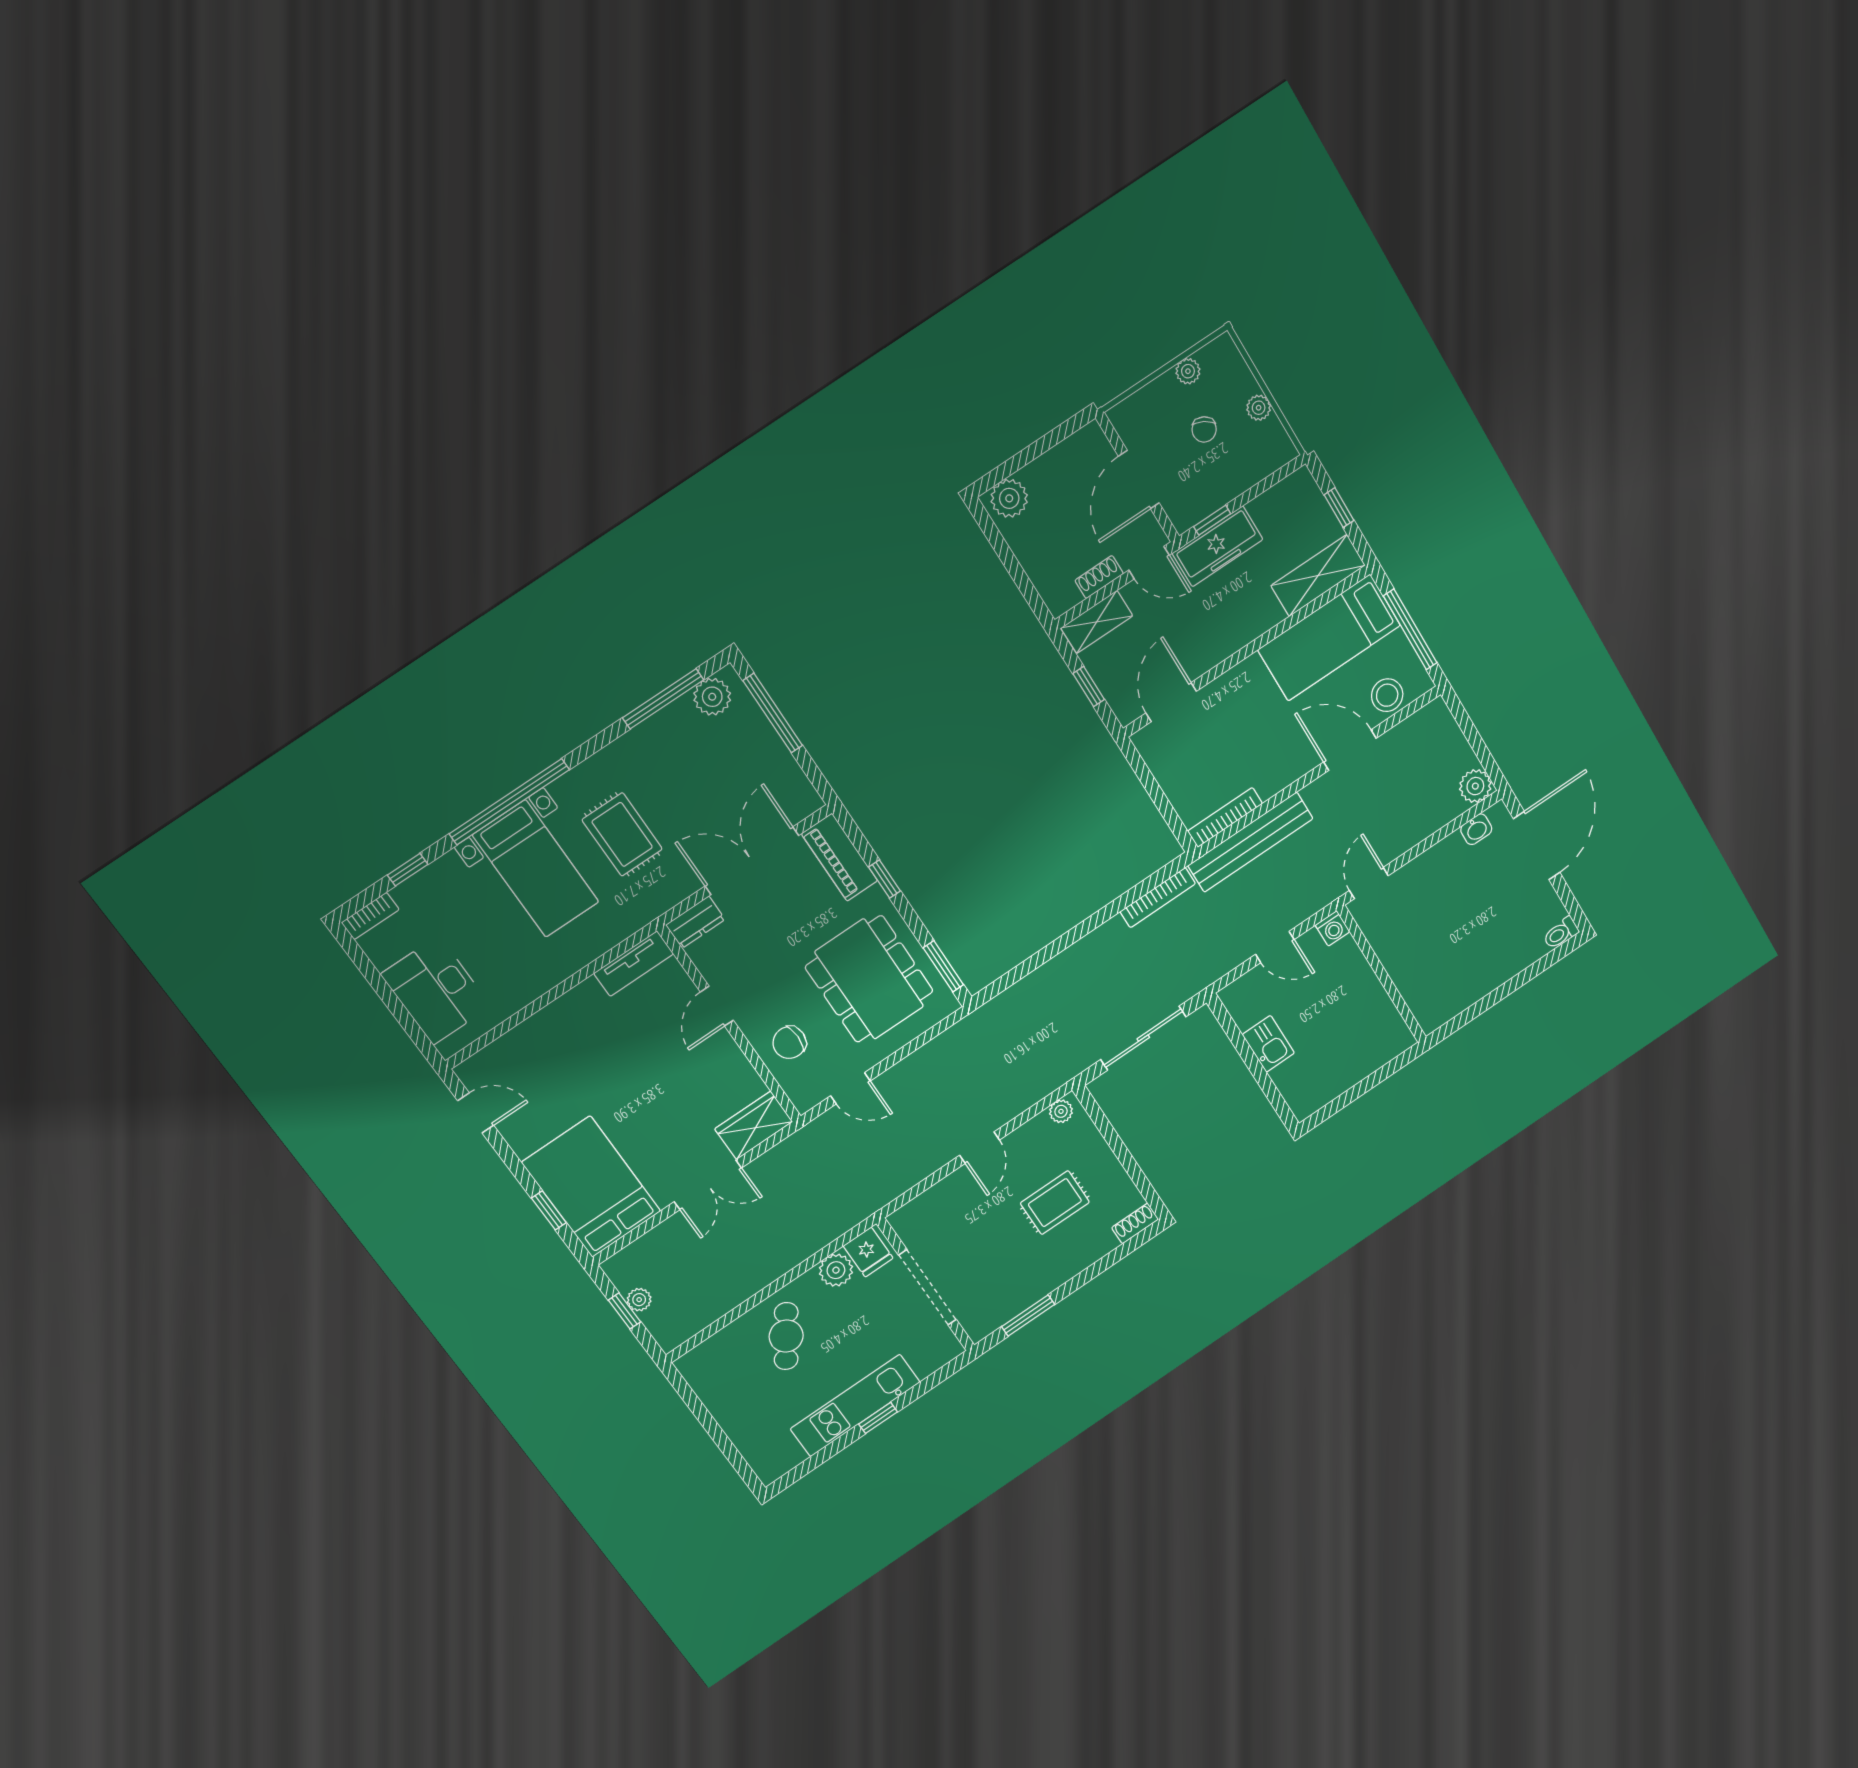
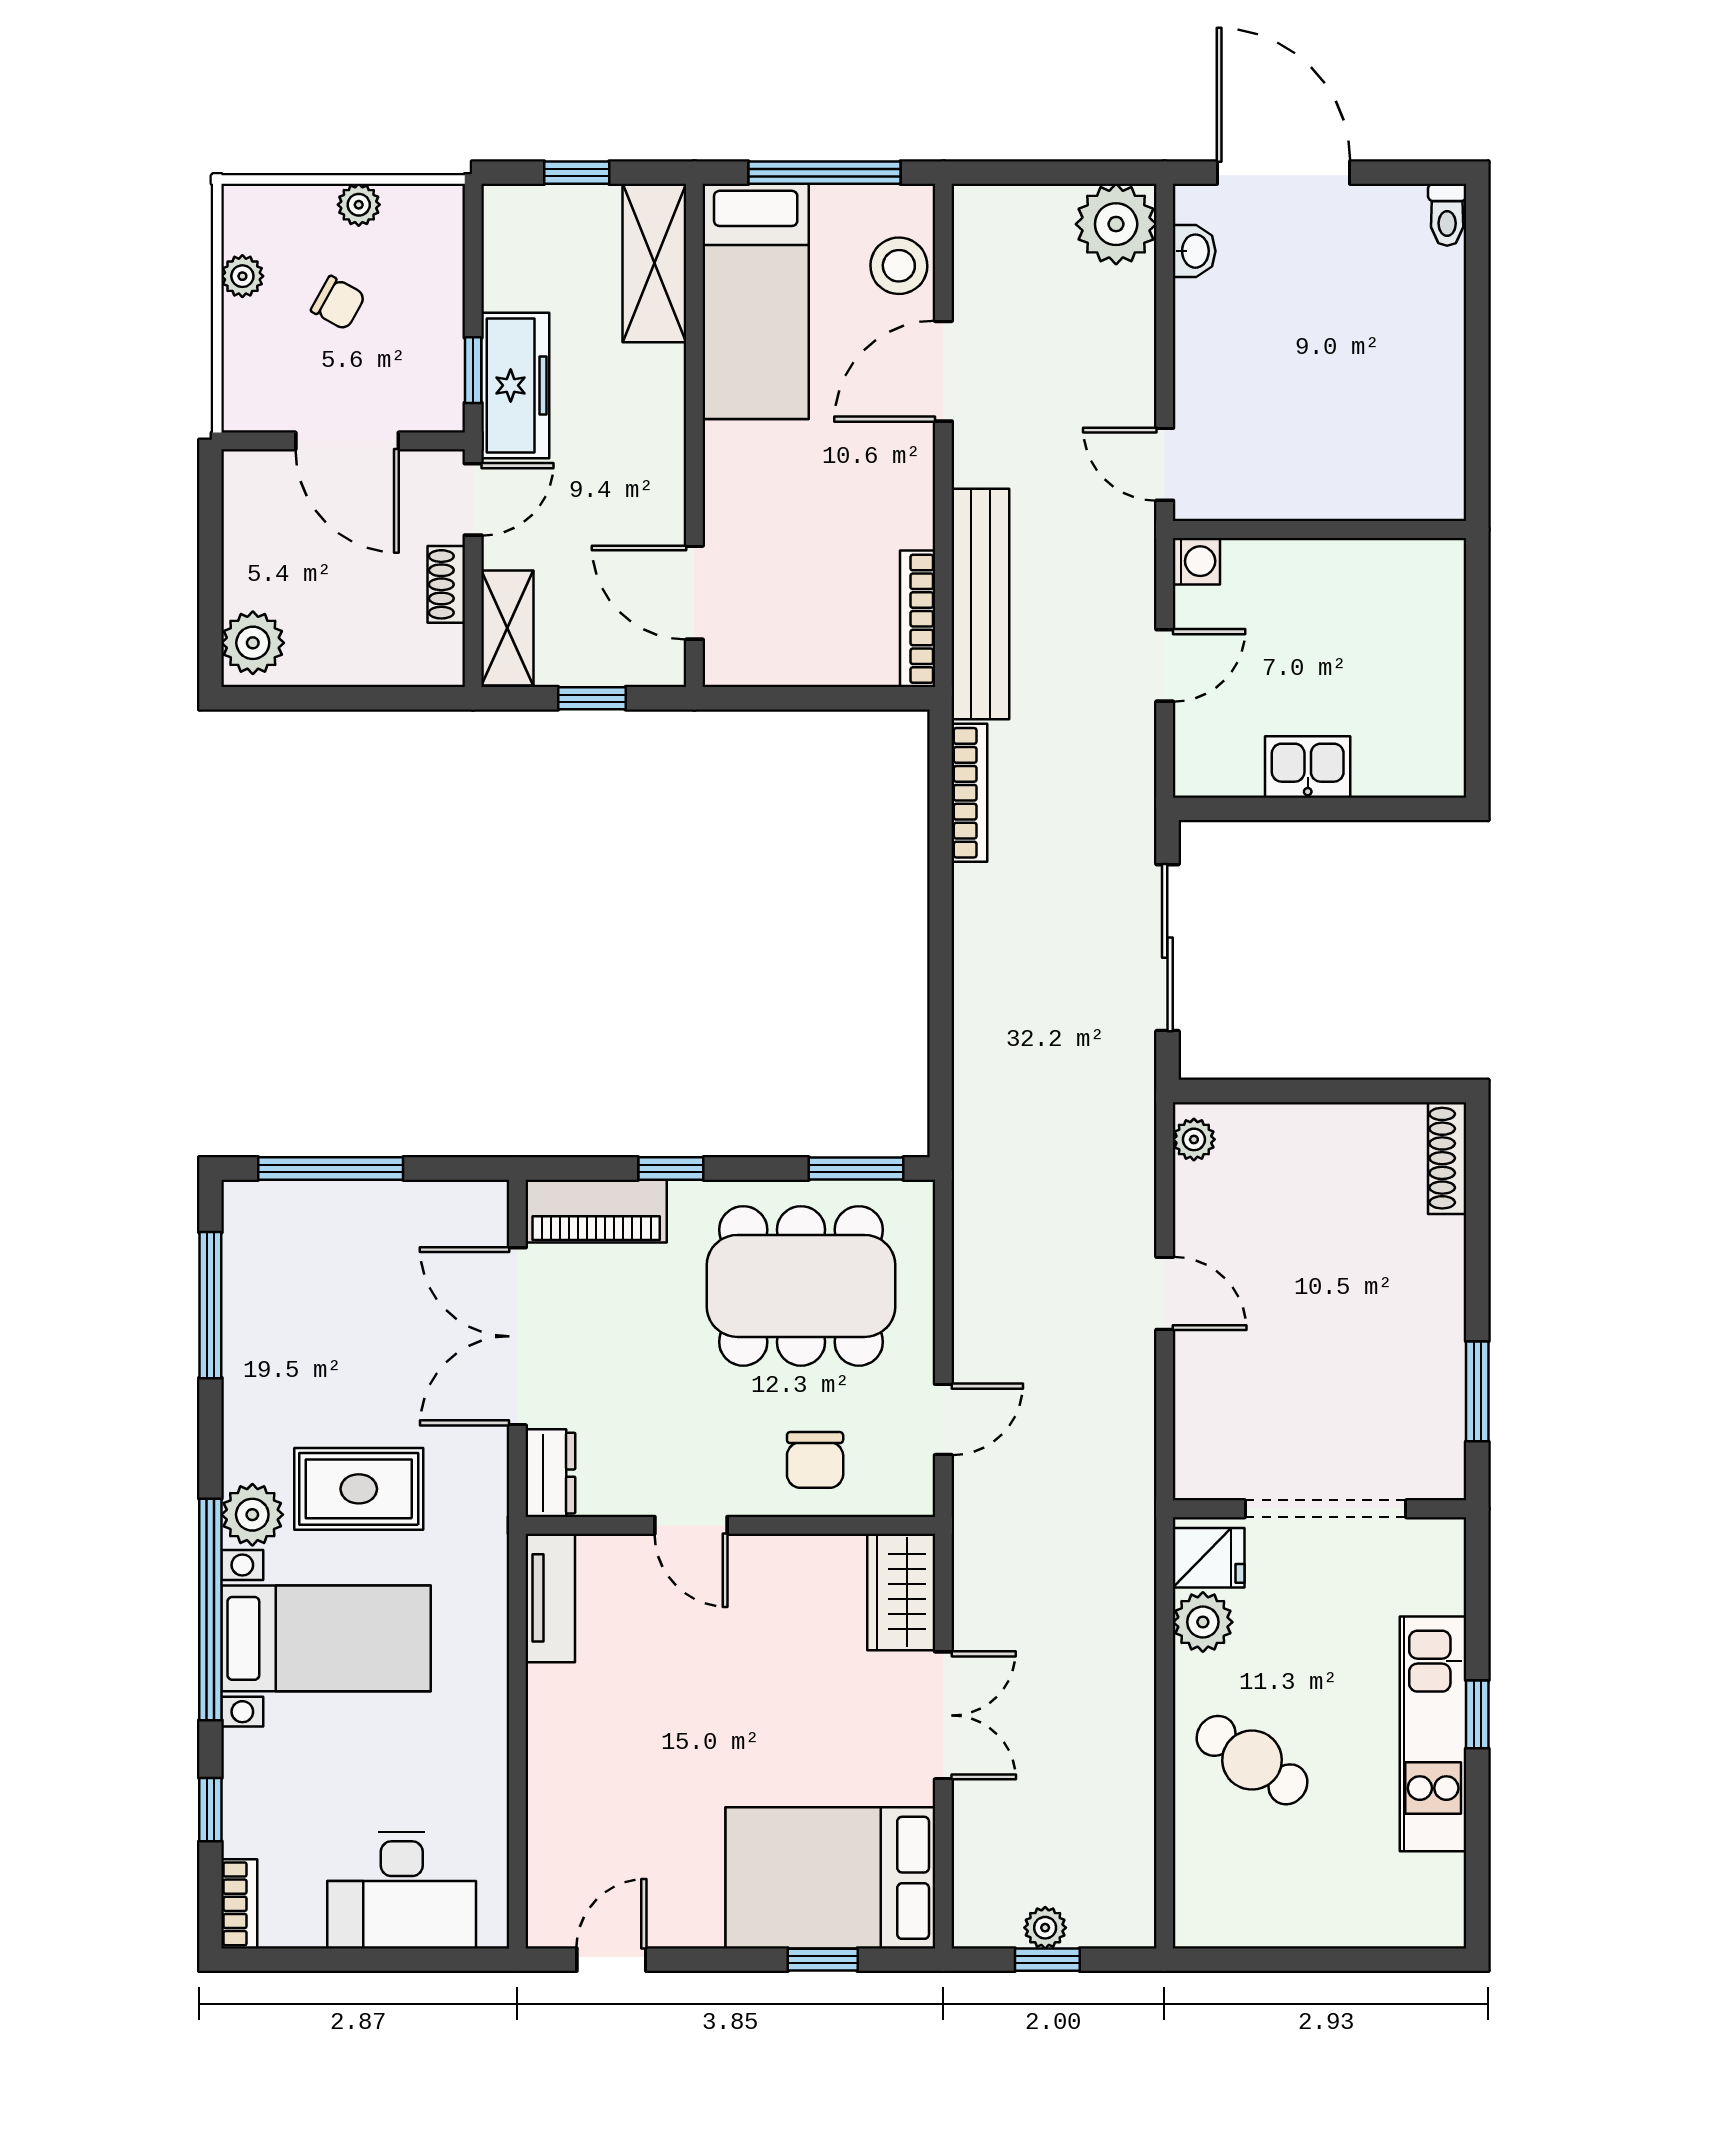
plant: (712, 697) -> (252, 1515), moved
plant: (1475, 786) -> (1116, 224), width x1.36, depth x1.36
rug: (1055, 1203) -> (1329, 1239), removed
shoe rack: (1135, 1223) -> (1447, 1158), width x1.43

